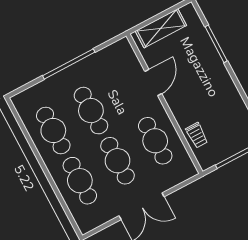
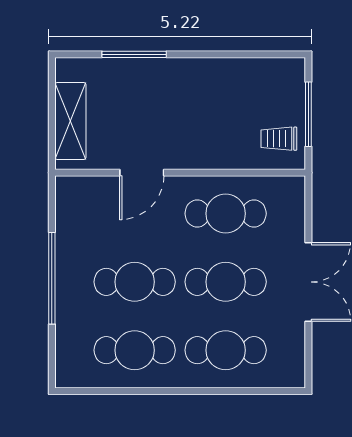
door: (153, 83) -> (142, 173), swing flipped
trolley: (197, 135) -> (279, 139), moved, turned 180

